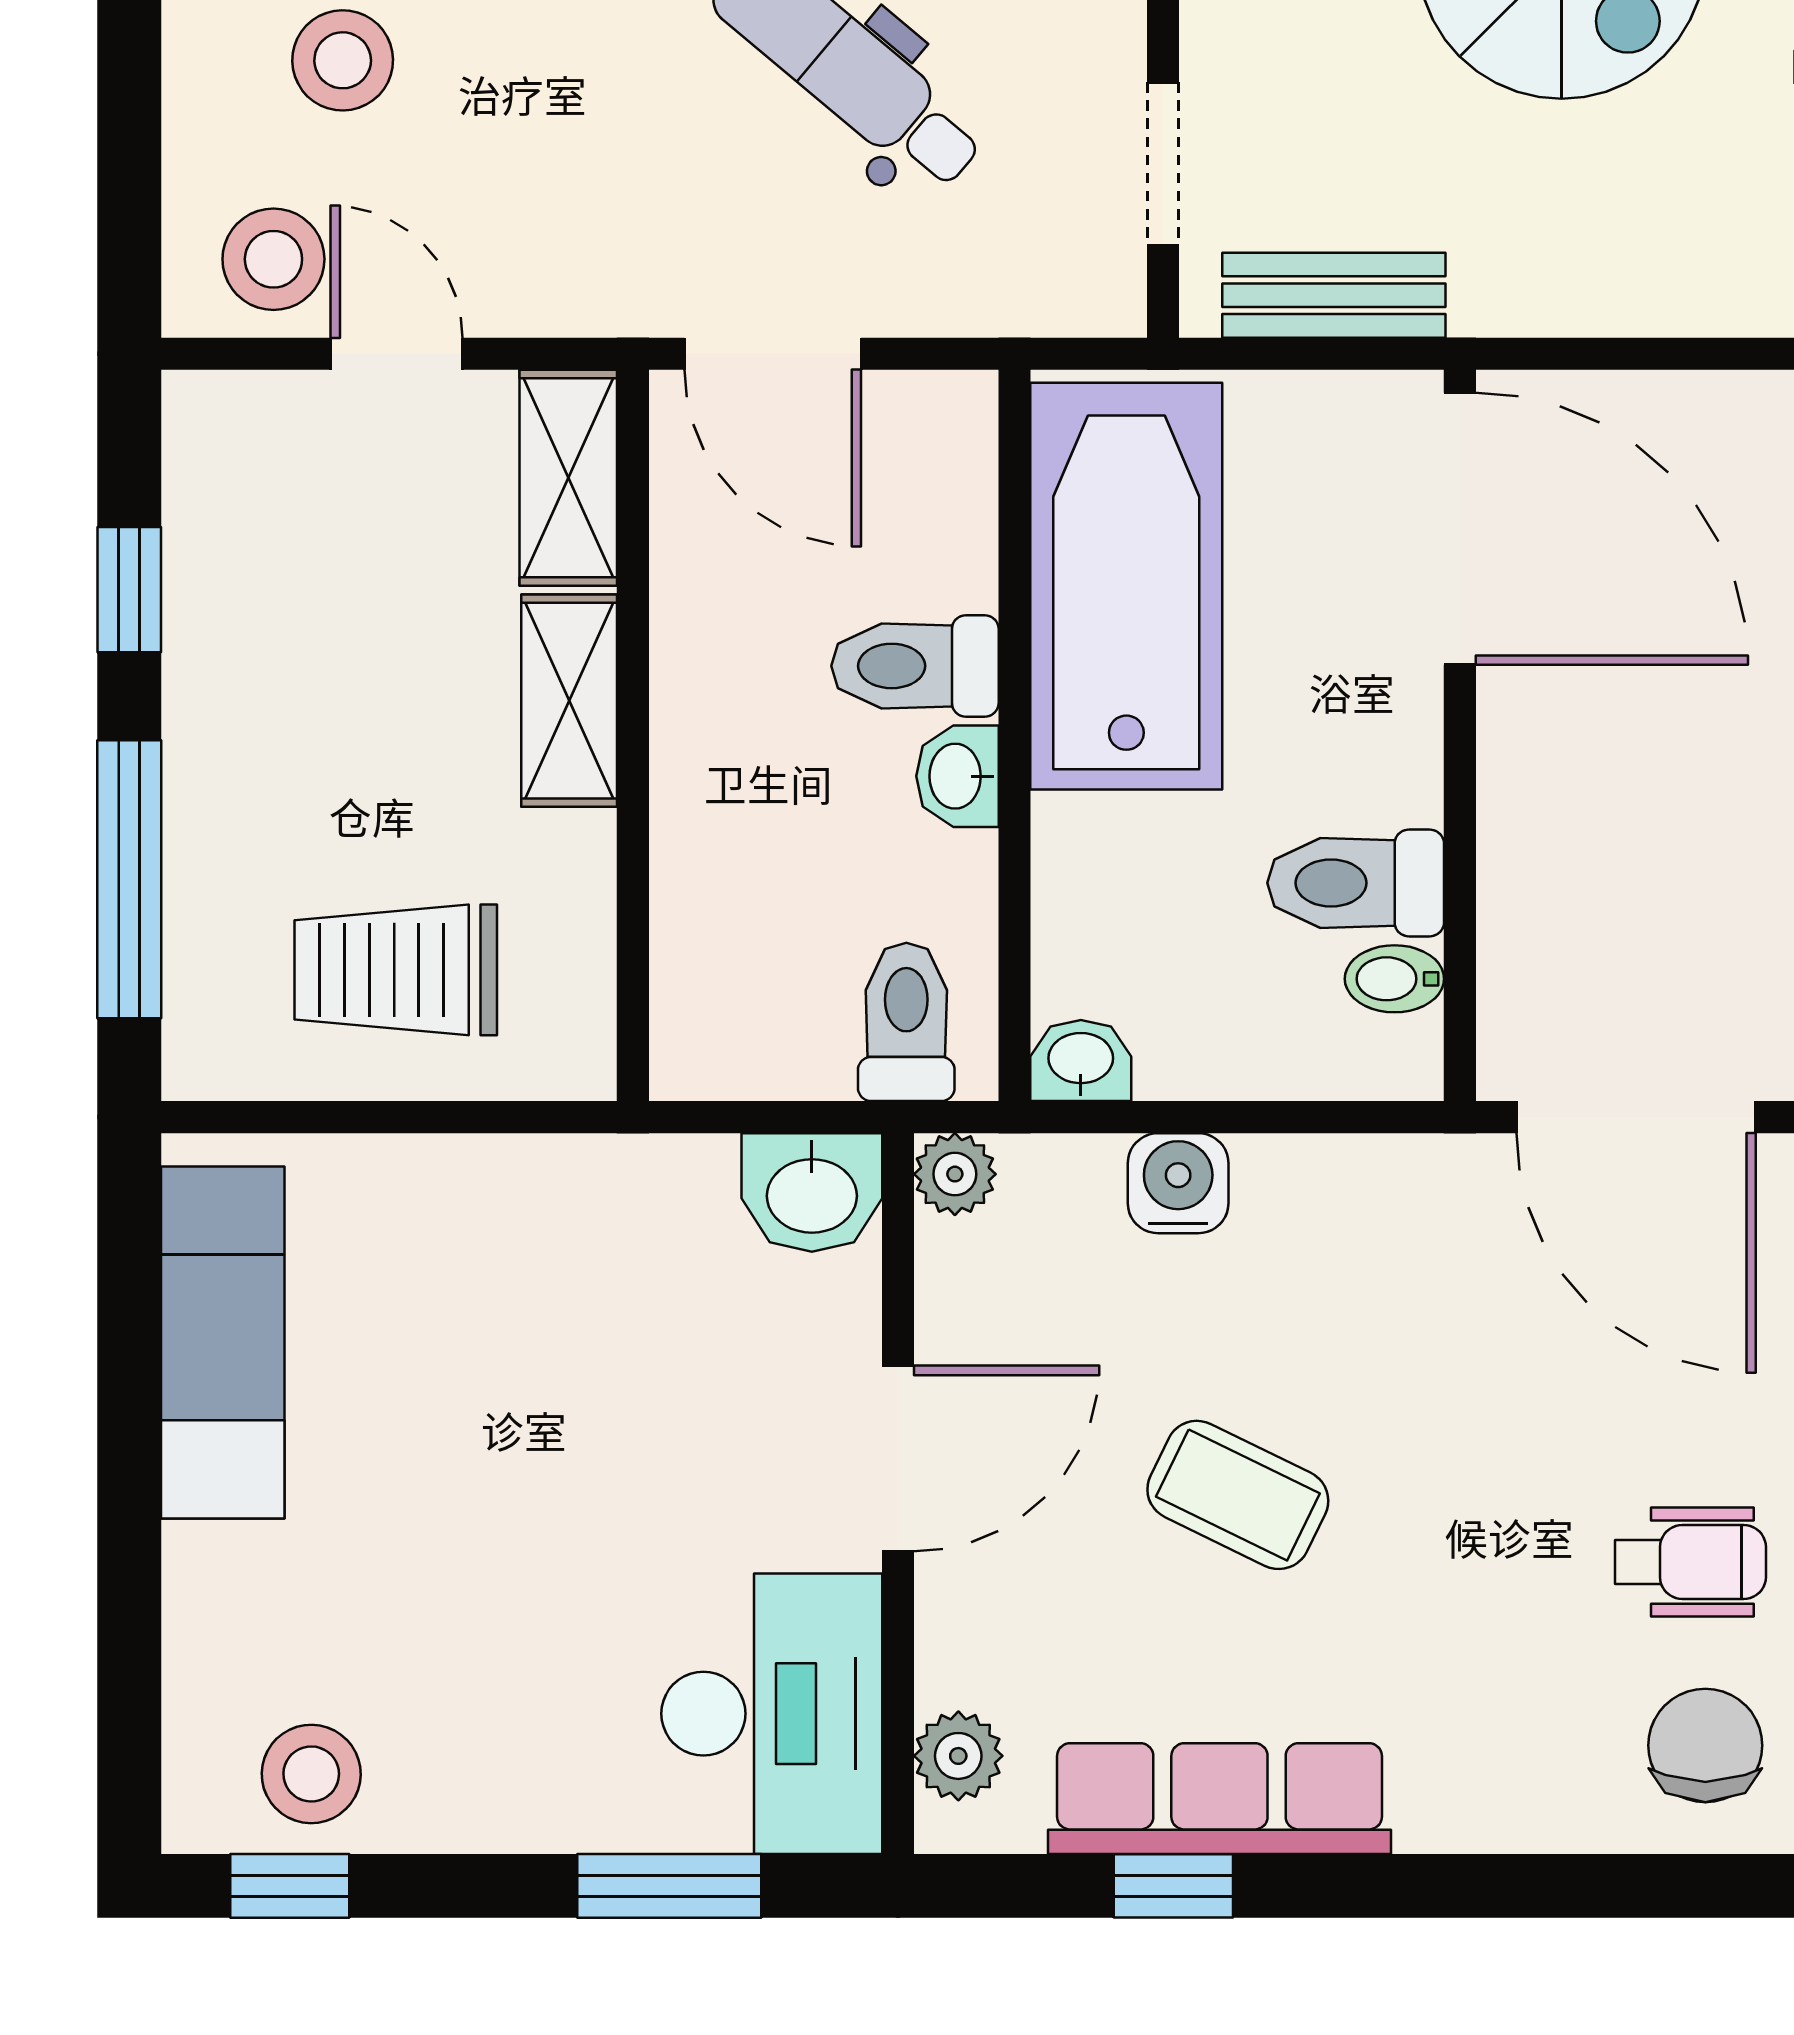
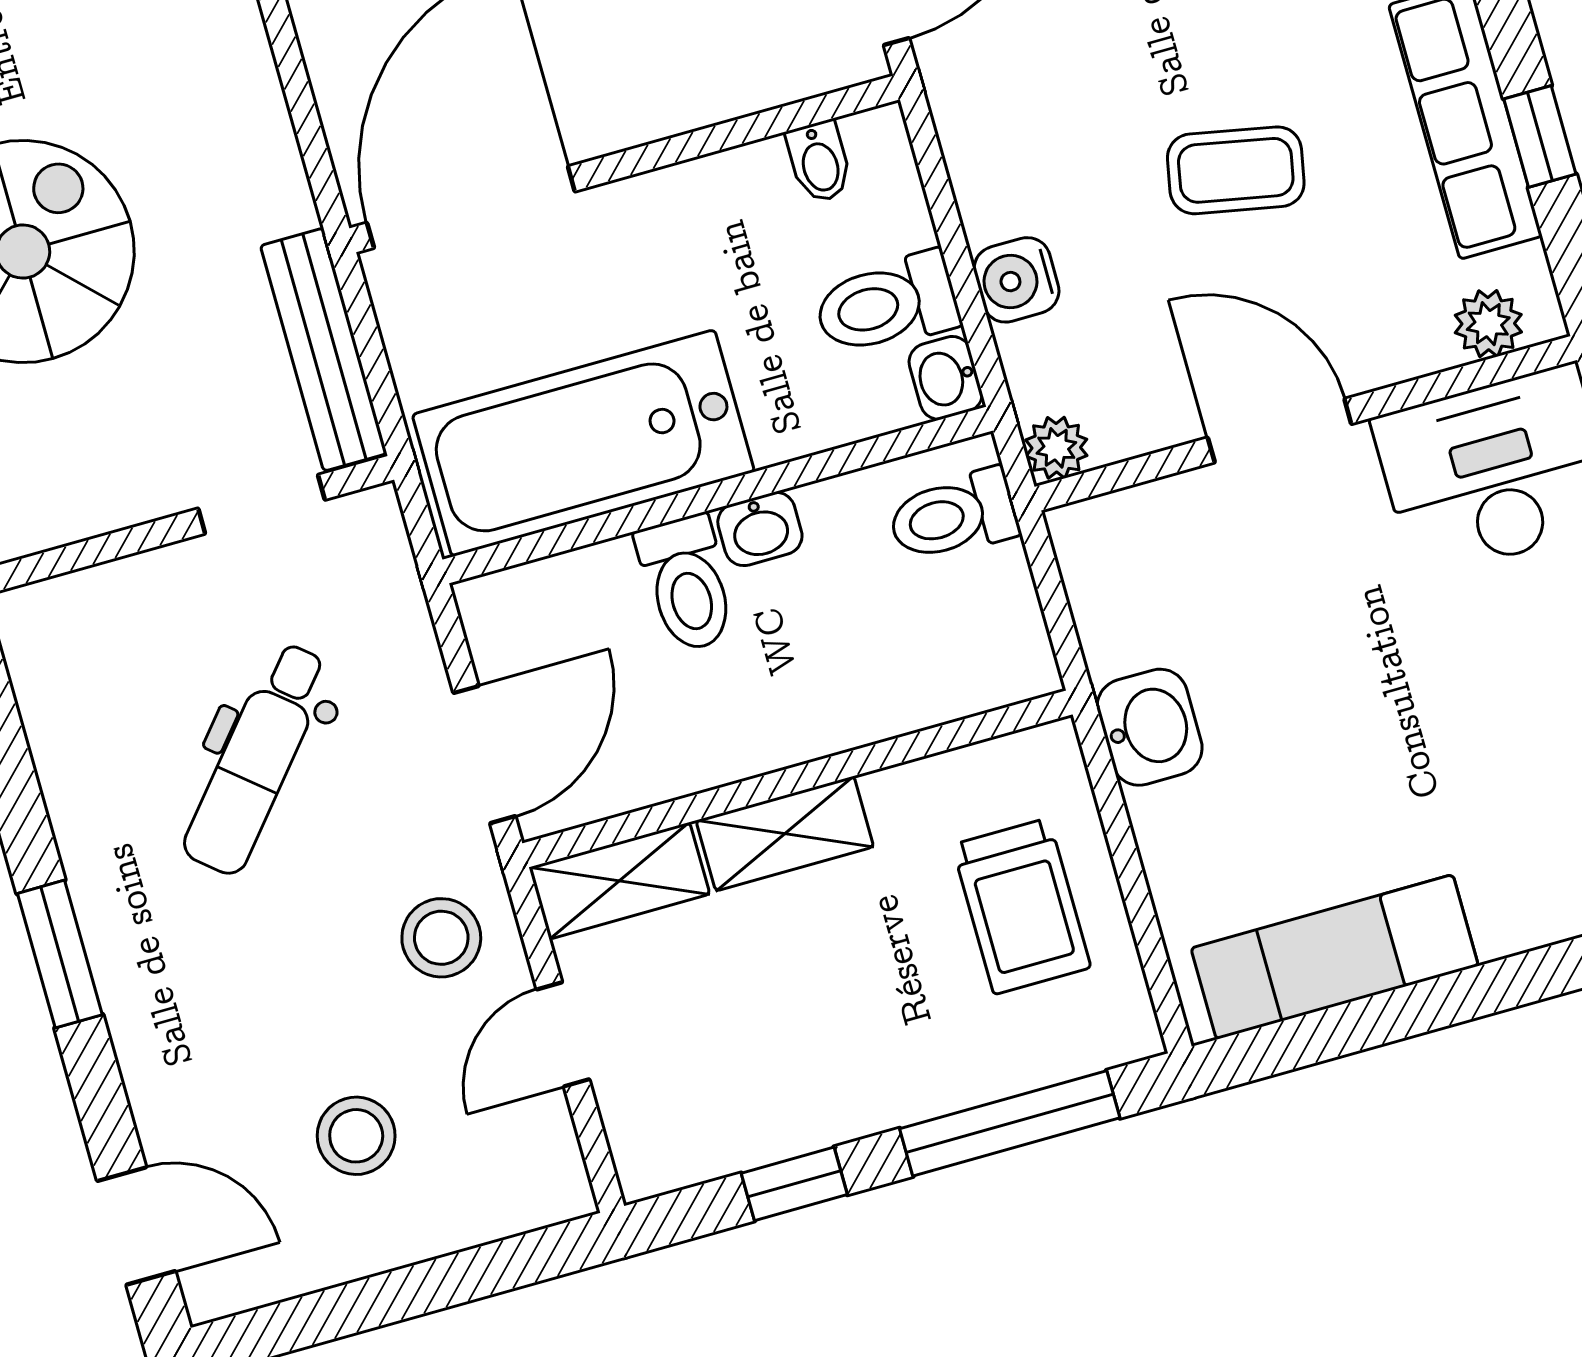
stool: (273, 259) -> (441, 938), moved
bench: (1334, 295) -> (324, 350), width x1.36
toilet: (1356, 883) -> (887, 304), moved, turned 90
washbasin: (812, 1192) -> (1150, 727), moved
coffee table: (1238, 1495) -> (1236, 170), turned 75

